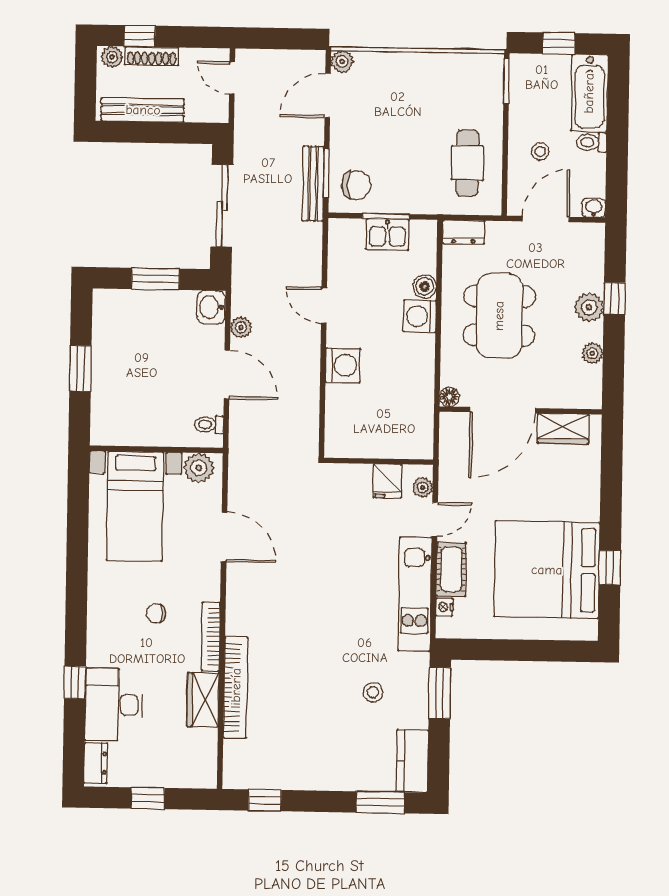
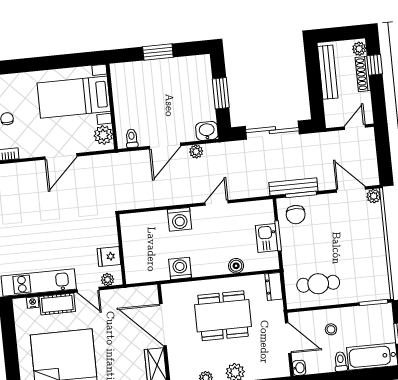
washing machine: (420, 316) -> (180, 268), moved
floor lamp: (449, 397) -> (167, 290), removed

